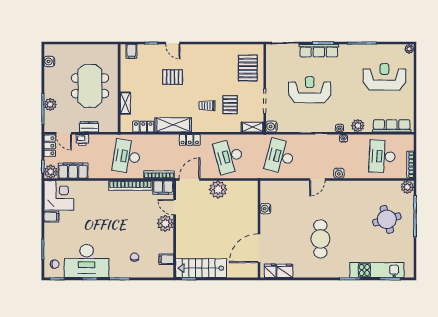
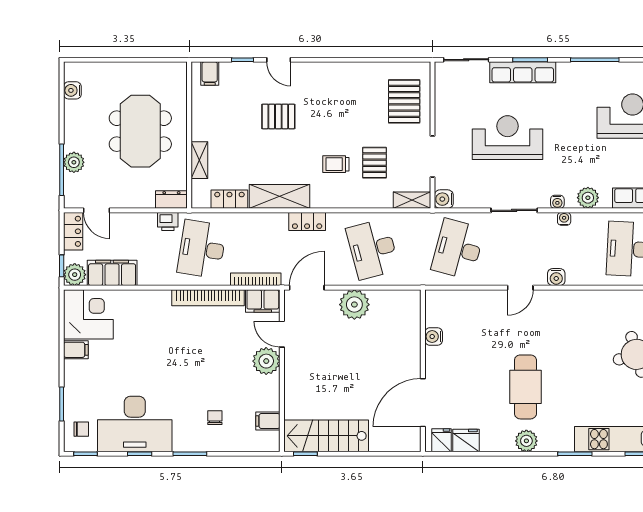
dresser: (89, 127) -> (171, 200), moved
printer: (82, 140) -> (168, 221), moved
plant: (321, 271) -> (526, 441), added

